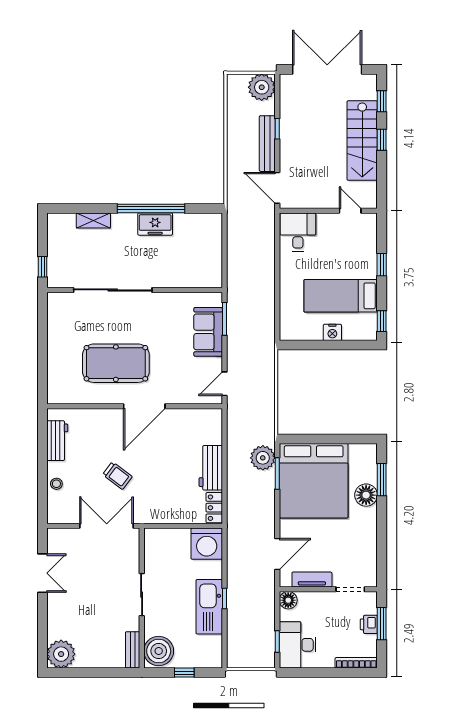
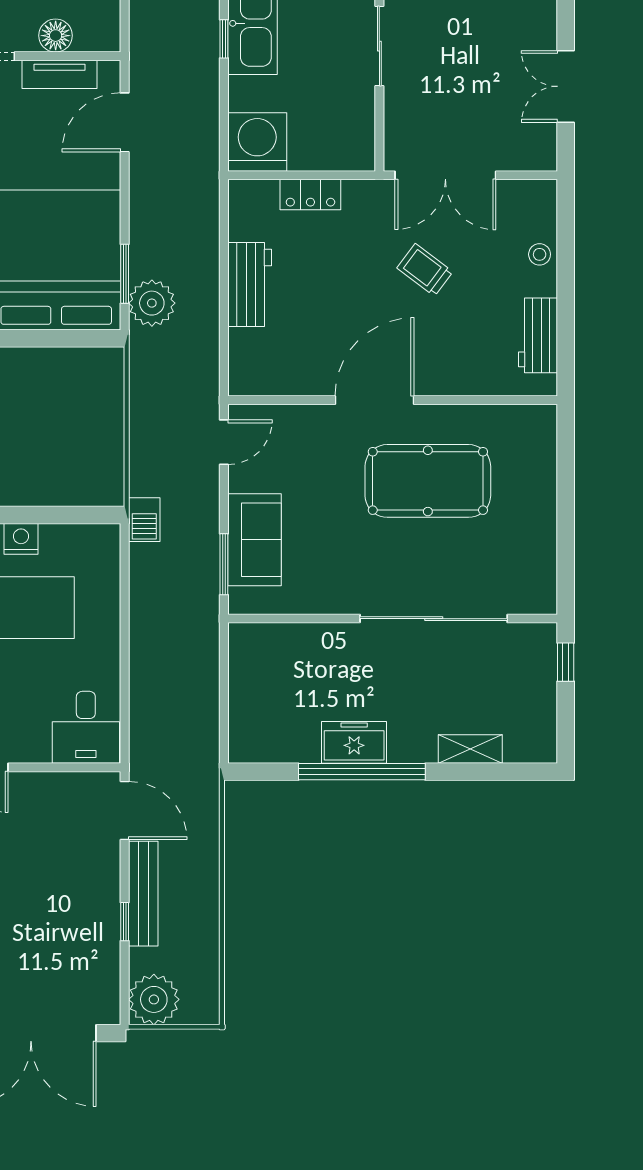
barbecue: (267, 343) -> (144, 520), added
locker: (214, 508) -> (310, 194), moved, turned 90
floor lamp: (288, 600) -> (56, 36), moved

